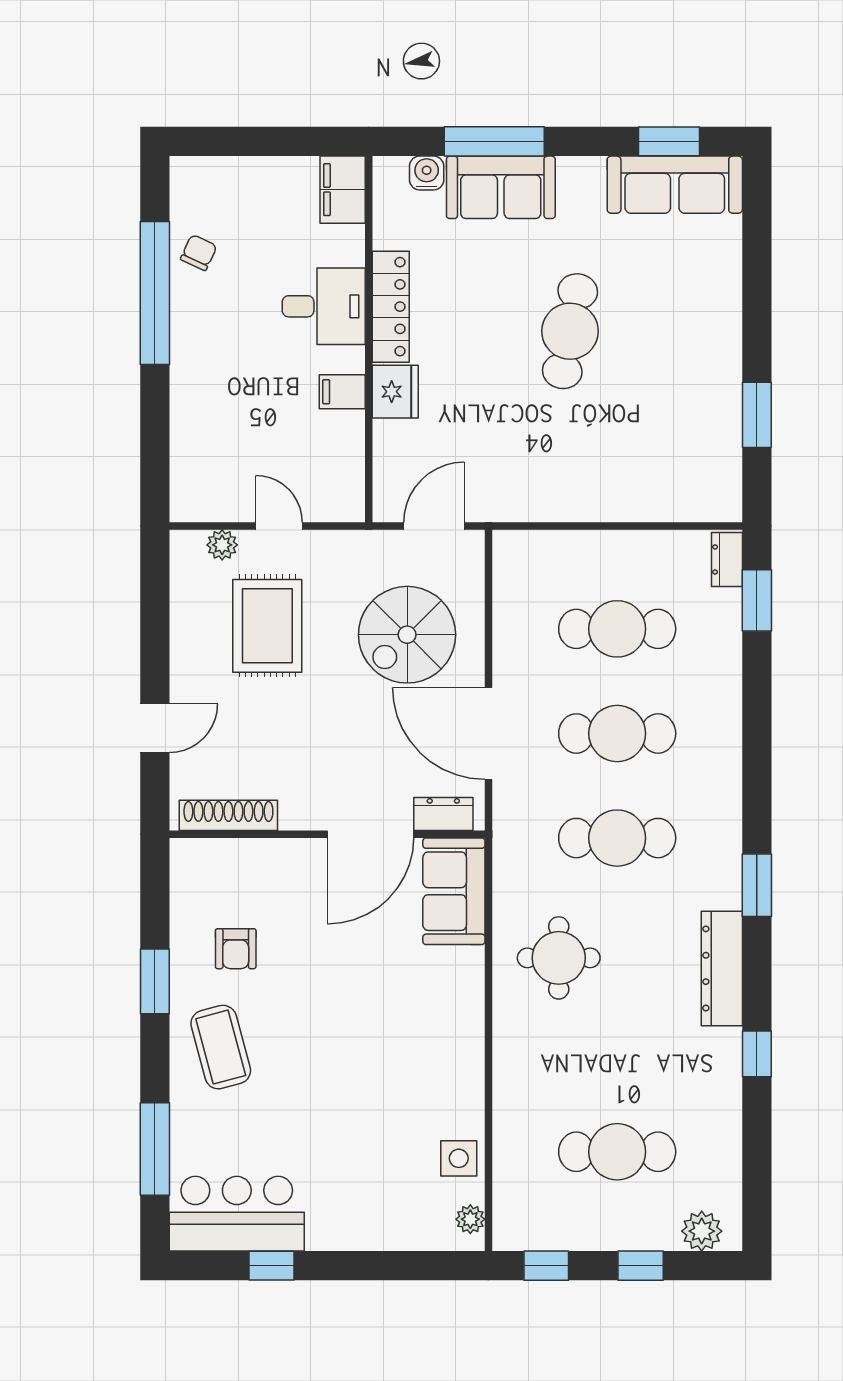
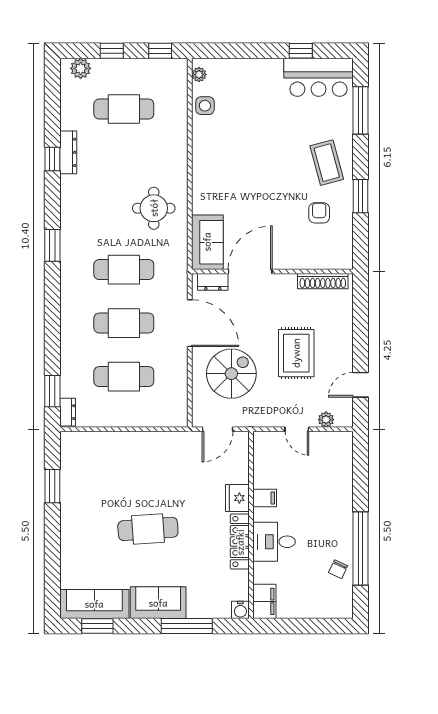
water cooler: (427, 173) -> (240, 610), moved
sofa: (501, 187) -> (158, 603), moved
cafe table: (570, 331) -> (148, 529), turned 75
rug: (267, 626) -> (296, 353), moved
door: (155, 728) -> (360, 385), moved
dresser: (722, 968) -> (68, 152), moved, width x0.73, depth x0.80

